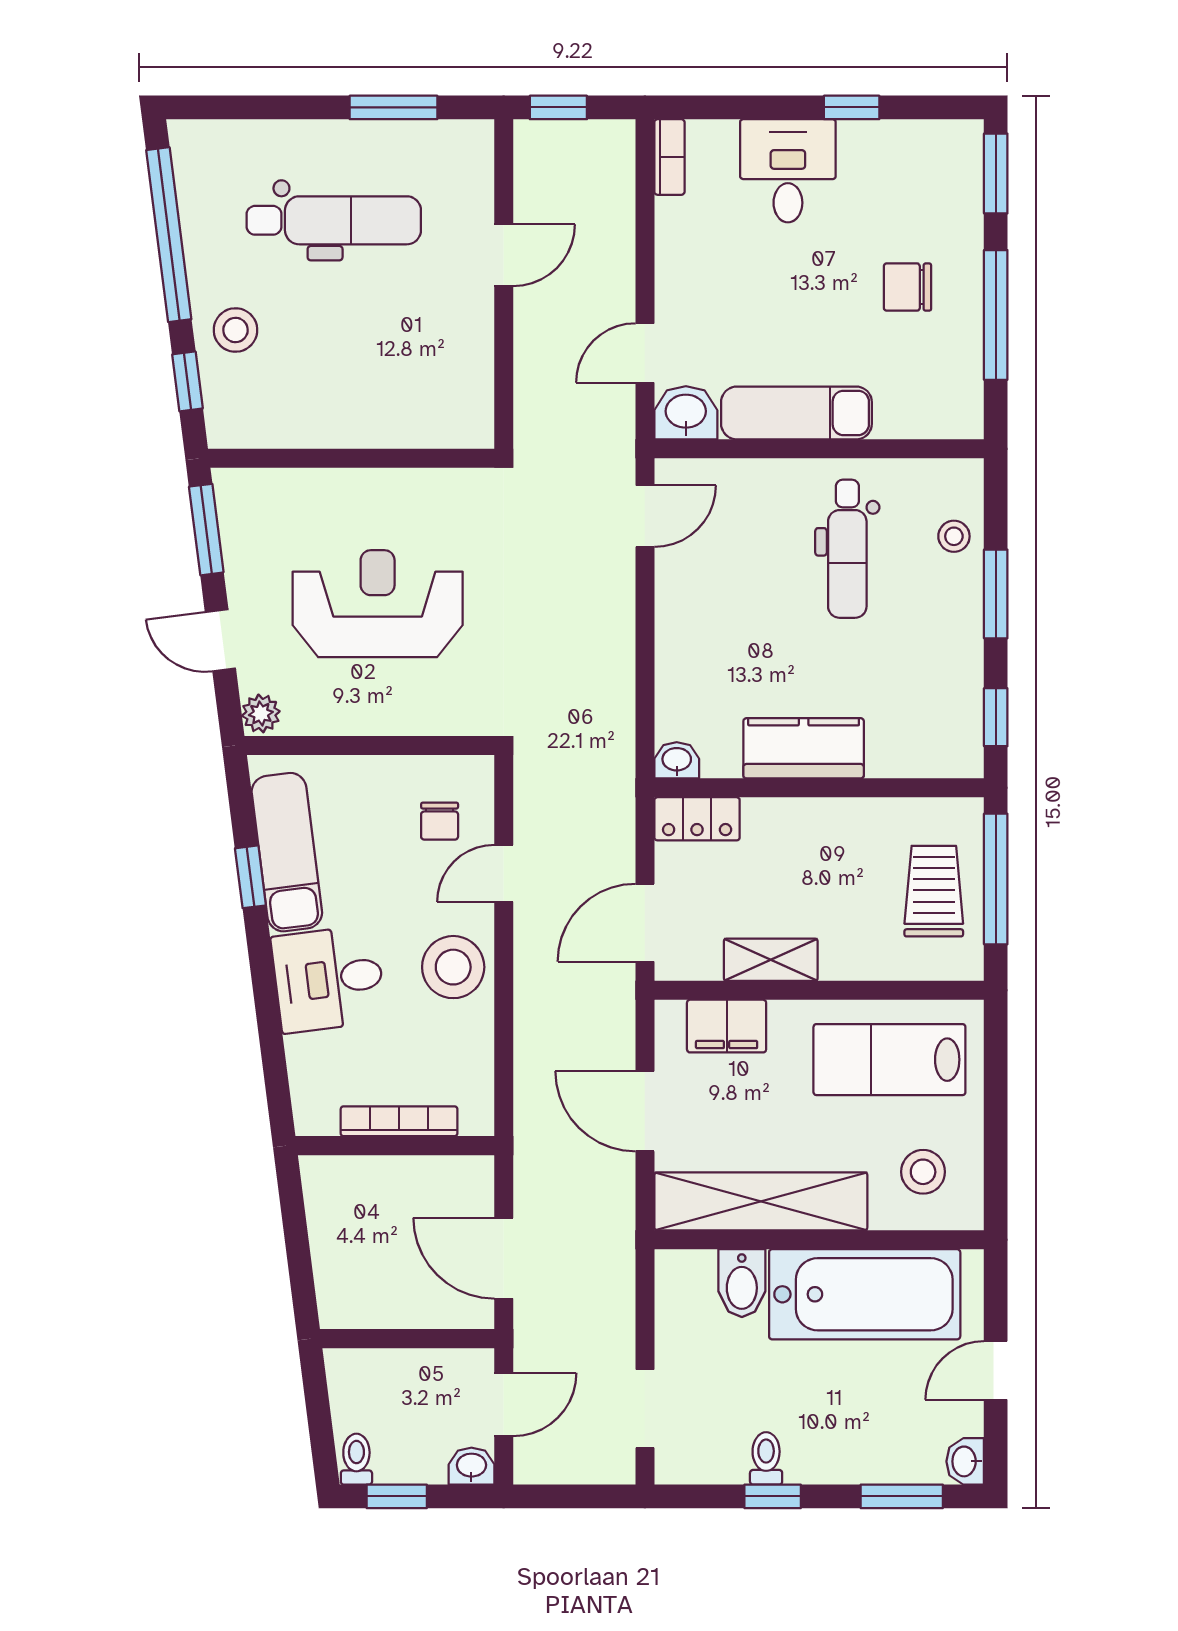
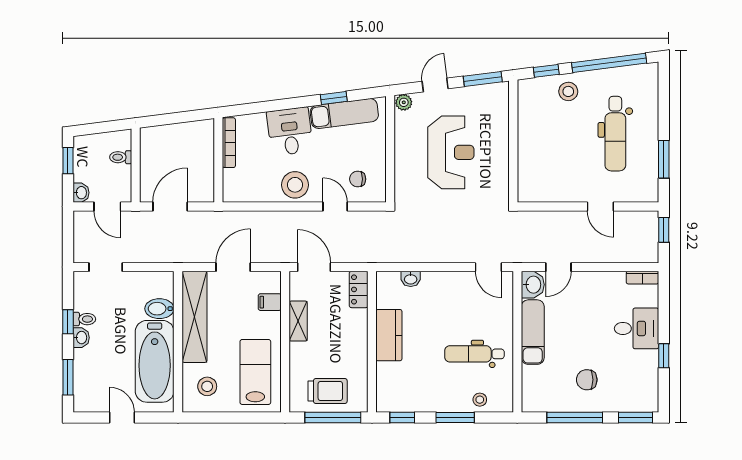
chair: (907, 287) -> (587, 380), turned -90
door: (645, 353) -> (558, 267), swing flipped
washbasin: (677, 760) -> (411, 279), moved, turned 90
filing cabinet: (727, 1026) -> (270, 302), width x0.50
bookcase: (399, 1121) -> (229, 143), moved
toilet: (356, 1459) -> (121, 157), moved, turned 180
washbasin: (965, 1461) -> (81, 338), moved, turned 90

